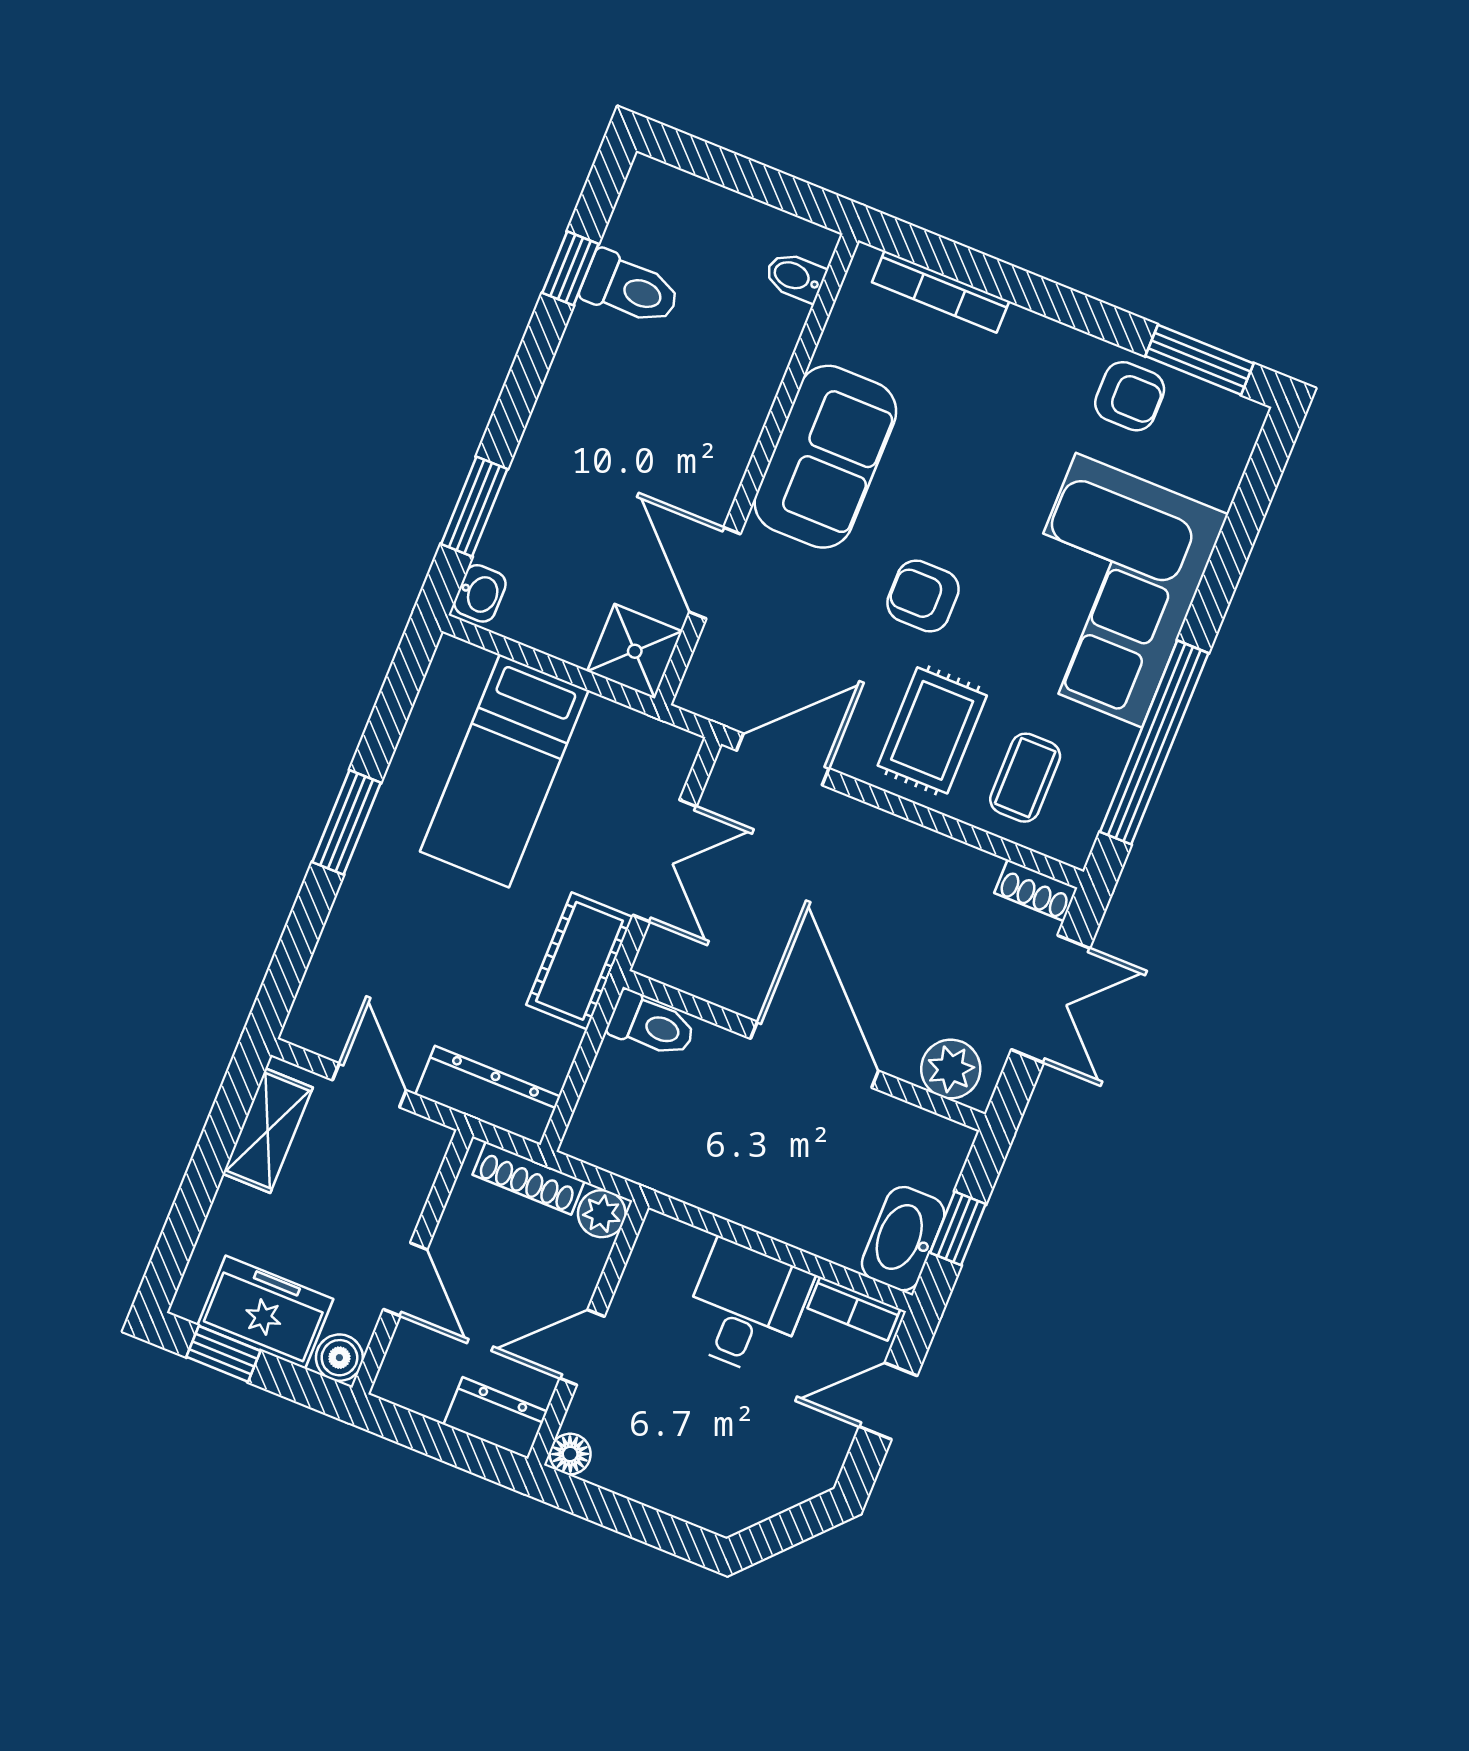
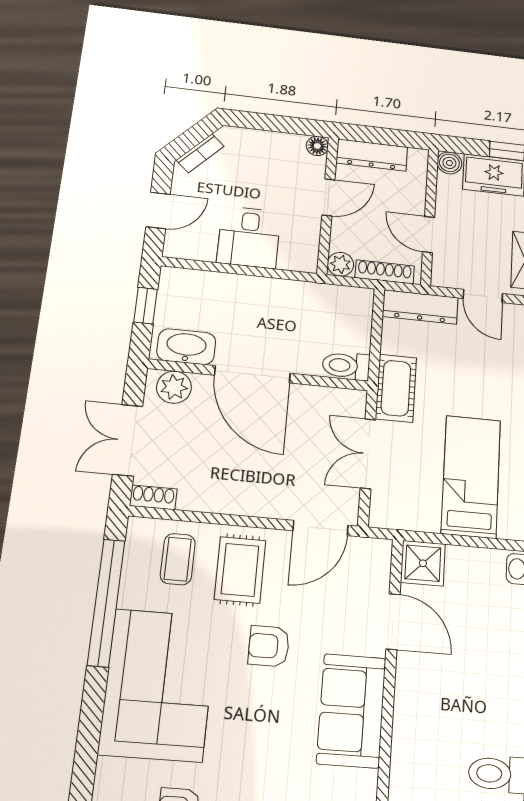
armchair: (923, 596) -> (269, 646), turned 180
washbasin: (903, 1239) -> (186, 347), moved, turned -90
door: (405, 1279) -> (429, 235), moved
bookcase: (854, 1309) -> (200, 153), moved, turned 133
dresser: (495, 1418) -> (372, 155), width x1.44

